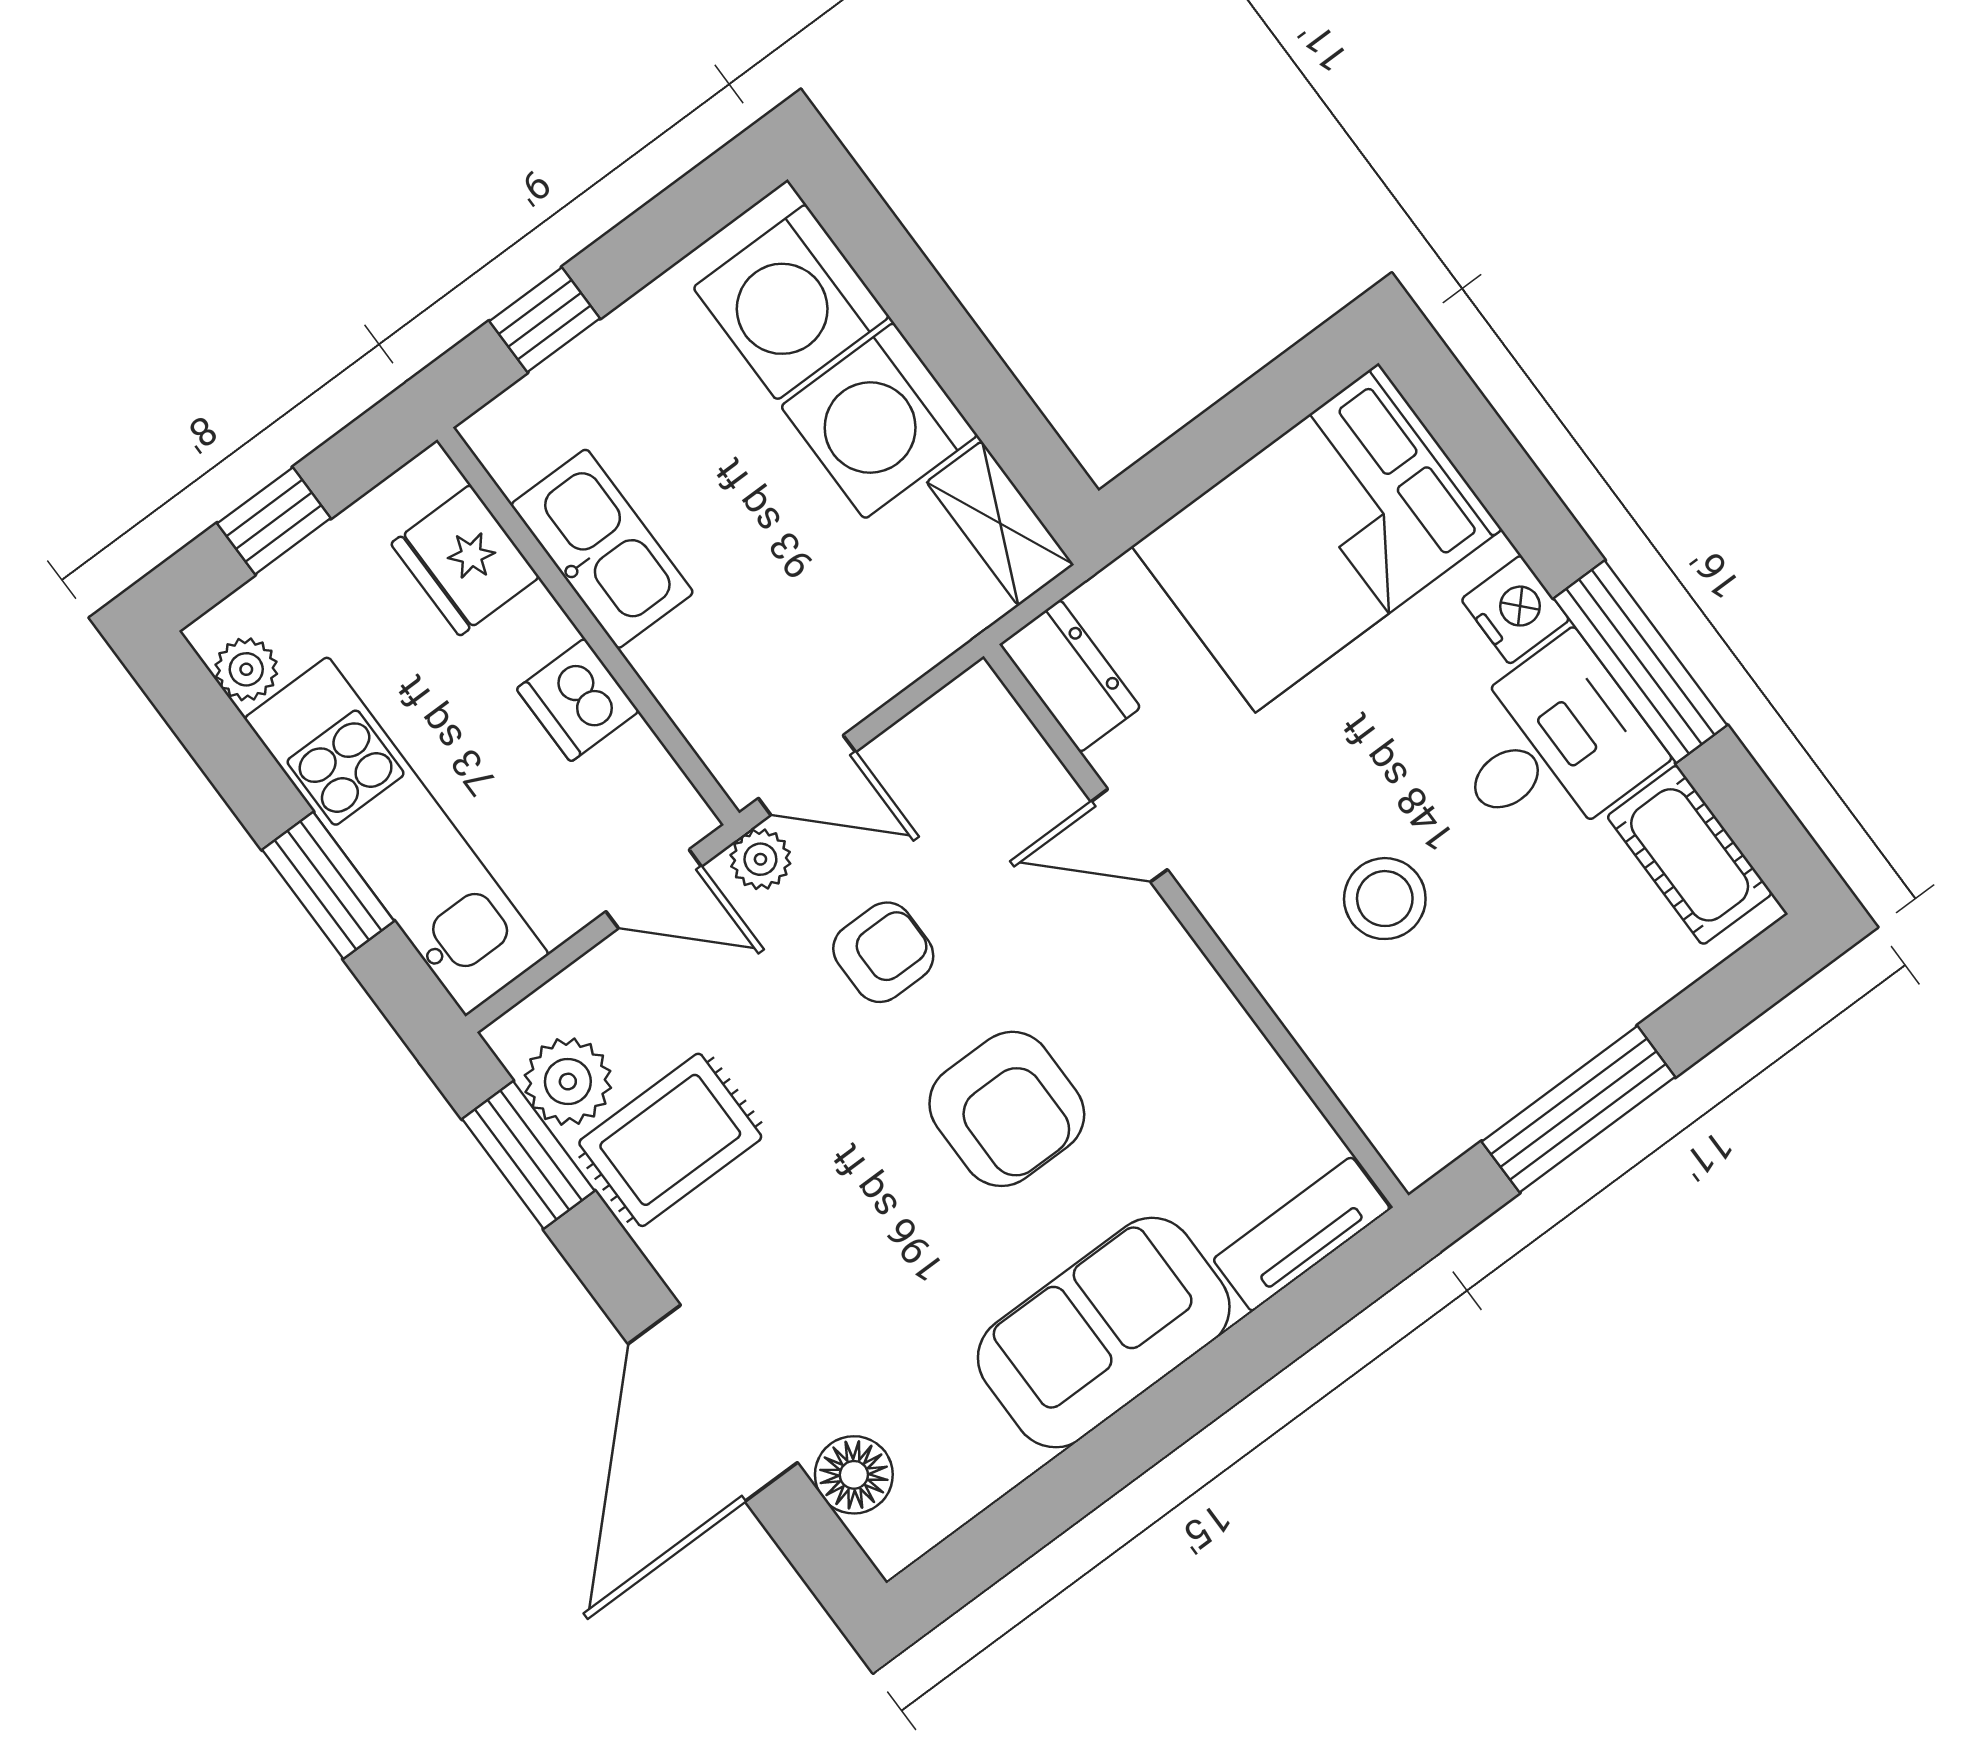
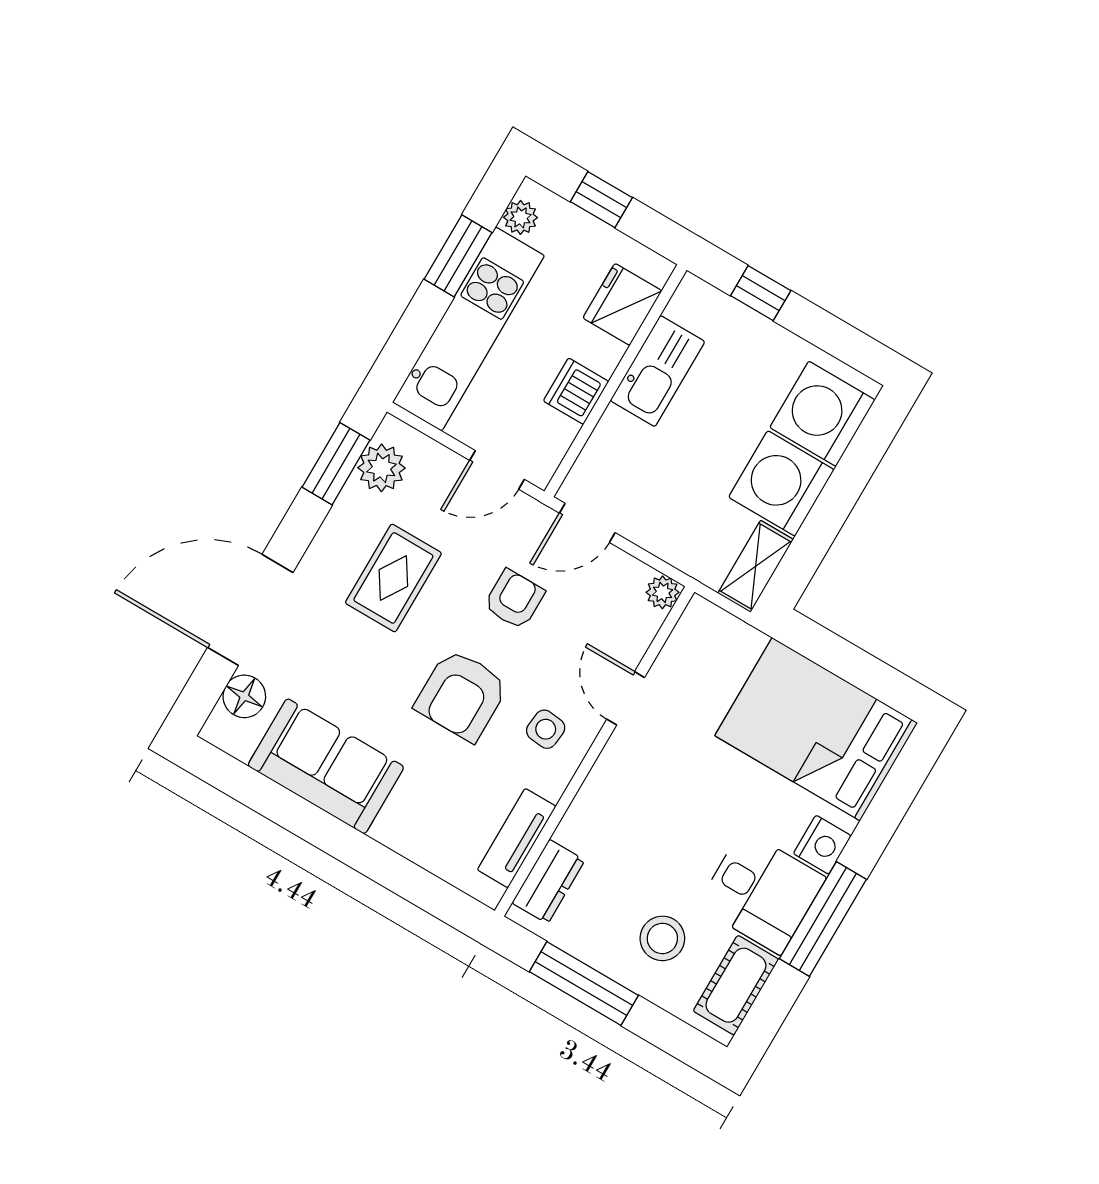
dresser: (1070, 676) -> (548, 882), moved
door: (807, 775) -> (587, 523), hinge flipped
plant: (760, 859) -> (663, 592), moved
window: (328, 885) -> (458, 256), moved
door: (654, 889) -> (497, 470), hinge flipped
stool: (1385, 899) -> (662, 938), moved
armchair: (883, 952) -> (514, 599), turned -90
side table: (1124, 992) -> (546, 729), added
rug: (670, 1140) -> (393, 578), moved, turned 90
tv unit: (1302, 1234) -> (517, 838), moved, turned -90
sofa: (1104, 1333) -> (326, 766), moved

